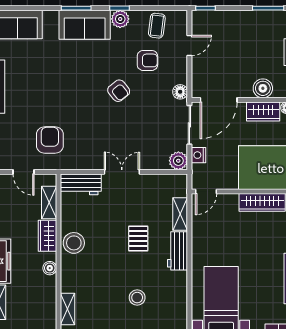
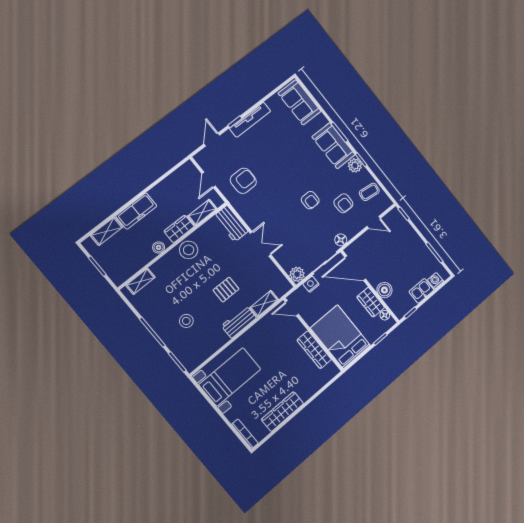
armchair: (119, 91) -> (310, 200), turned -51

